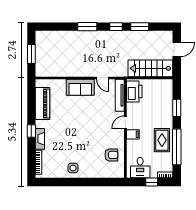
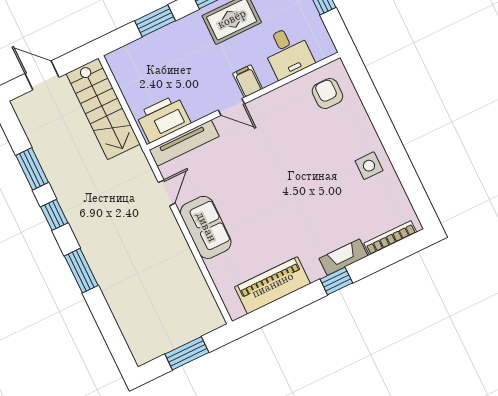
armchair: (111, 155) -> (327, 94), moved
desk: (140, 168) -> (288, 52), moved, turned 90

